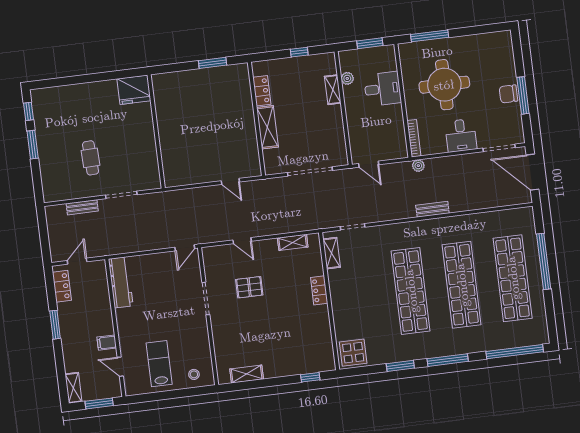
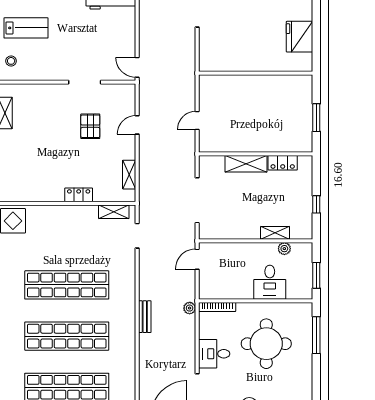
wall: (156, 131) -> (256, 73), moved

